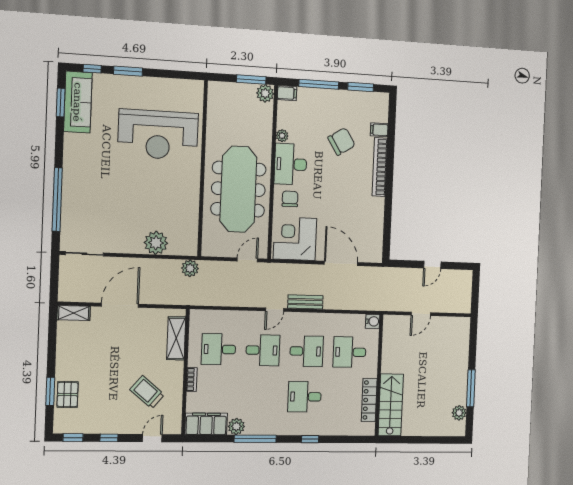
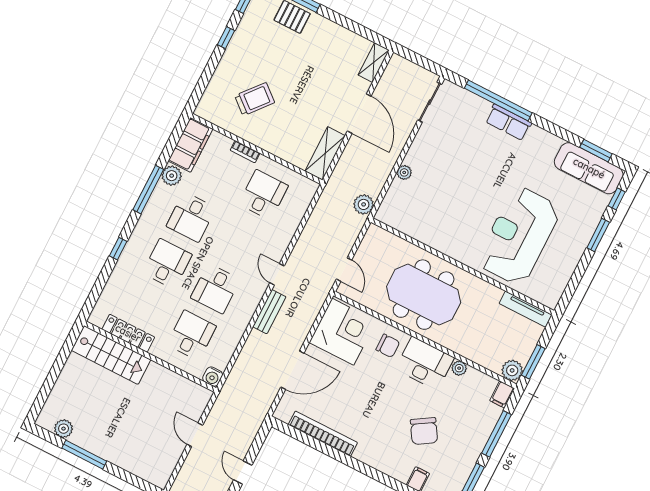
tv unit: (213, 104) -> (526, 309), added
bookcase: (380, 167) -> (323, 434), moved
row of seats: (71, 183) -> (508, 122), added
meeting table: (238, 189) -> (424, 295), width x0.73
plant: (156, 243) -> (404, 172), width x0.53, depth x0.53
shelving: (176, 338) -> (325, 153), moved, turned 90
desk: (263, 350) -> (191, 217), moved
door: (152, 438) -> (203, 82), removed

